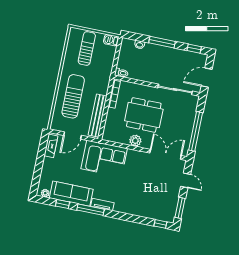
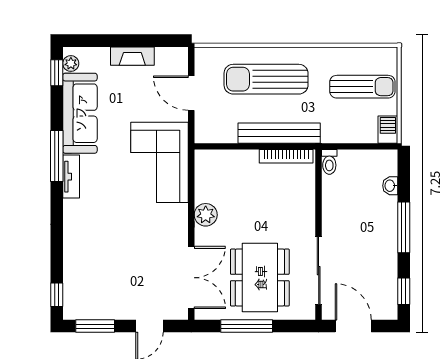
sun lounger: (73, 96) -> (266, 79), turned 180
dining table: (144, 115) -> (260, 278), moved
bench: (98, 116) -> (279, 133), moved
window: (196, 131) -> (247, 326), width x0.68
fireplace: (51, 146) -> (132, 56), moved
window: (62, 204) -> (57, 73), moved

